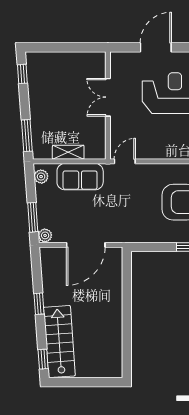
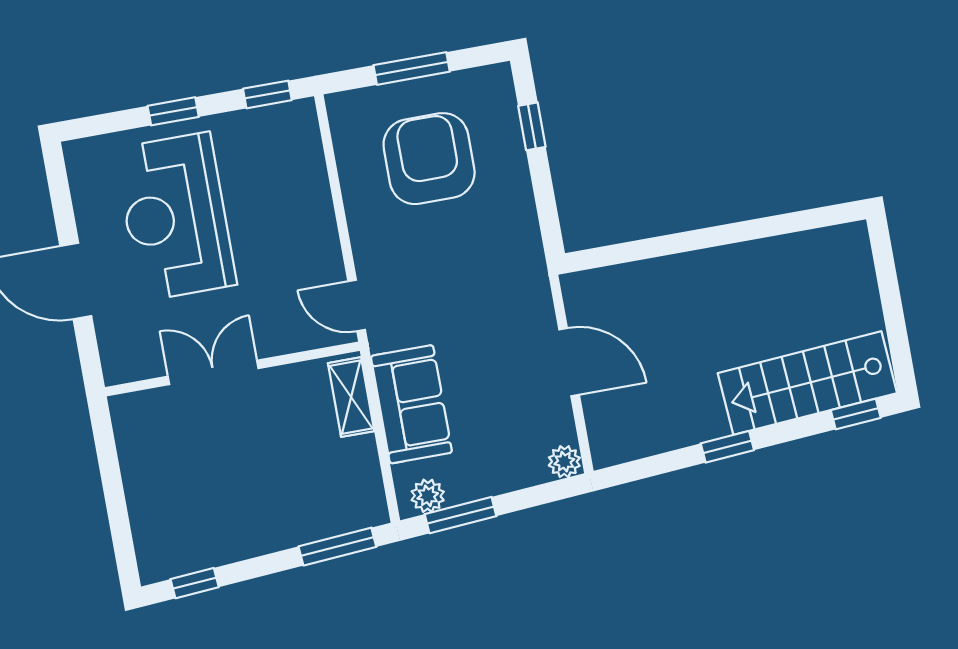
double door: (108, 97) -> (213, 372), swing flipped
shelving: (68, 152) -> (351, 397), moved
window: (33, 217) -> (460, 515), moved
door: (86, 245) -> (569, 362), width x0.73

